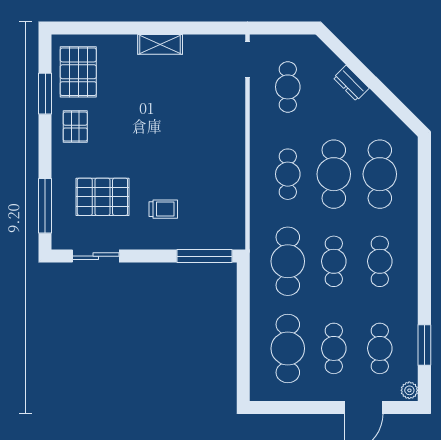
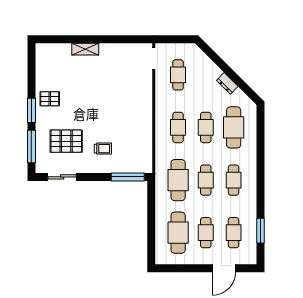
shelving: (160, 44) -> (85, 49), moved
pallet: (78, 72) -> (52, 66), removed
dresser: (351, 83) -> (227, 83), moved
window: (45, 94) -> (31, 110), moved
pallet: (75, 127) -> (50, 99), turned 90
cafe table: (334, 174) -> (206, 127), width x0.73, depth x0.74
plant: (409, 390) -> (251, 258), removed

